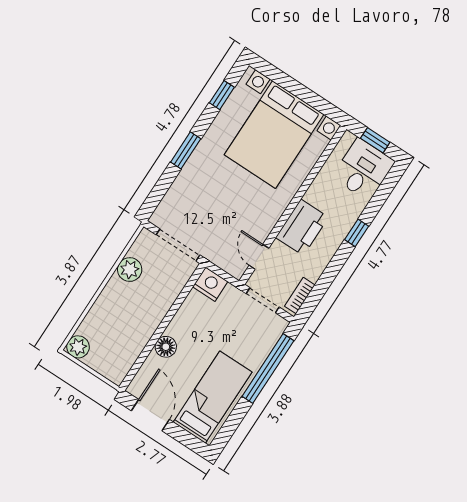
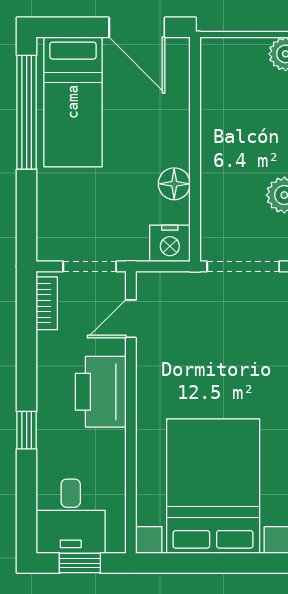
door: (259, 257) -> (131, 319), swing flipped
floor lamp: (166, 347) -> (174, 184), moved
window: (268, 368) -> (27, 112), moved

